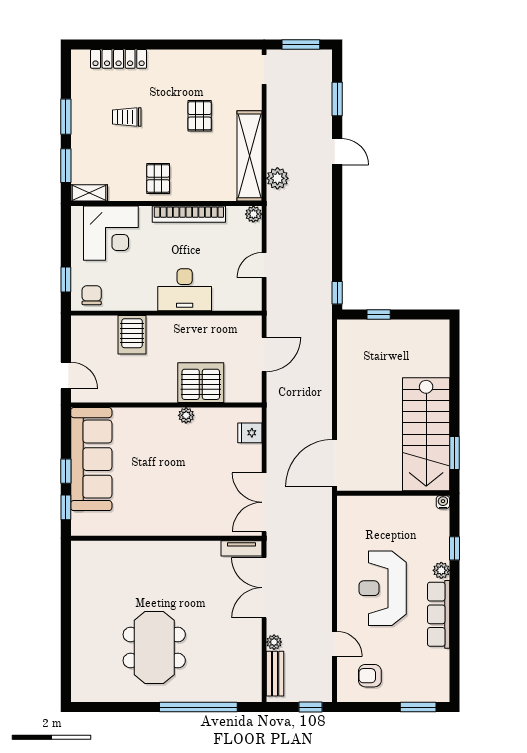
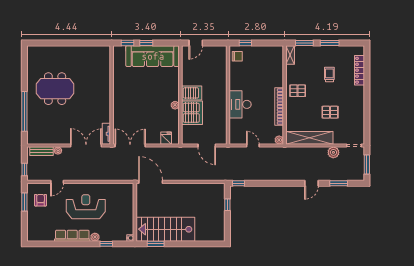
plant: (277, 178) -> (333, 152), moved
corner desk: (111, 233) -> (269, 66), removed
server rack: (132, 335) -> (192, 93), moved, turned 180
window: (418, 707) -> (24, 202), moved

